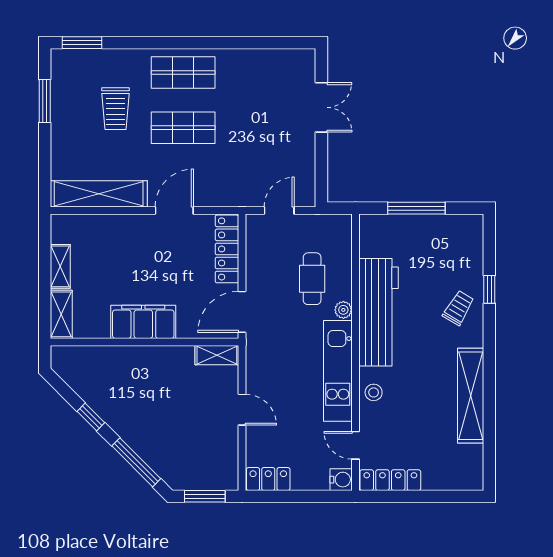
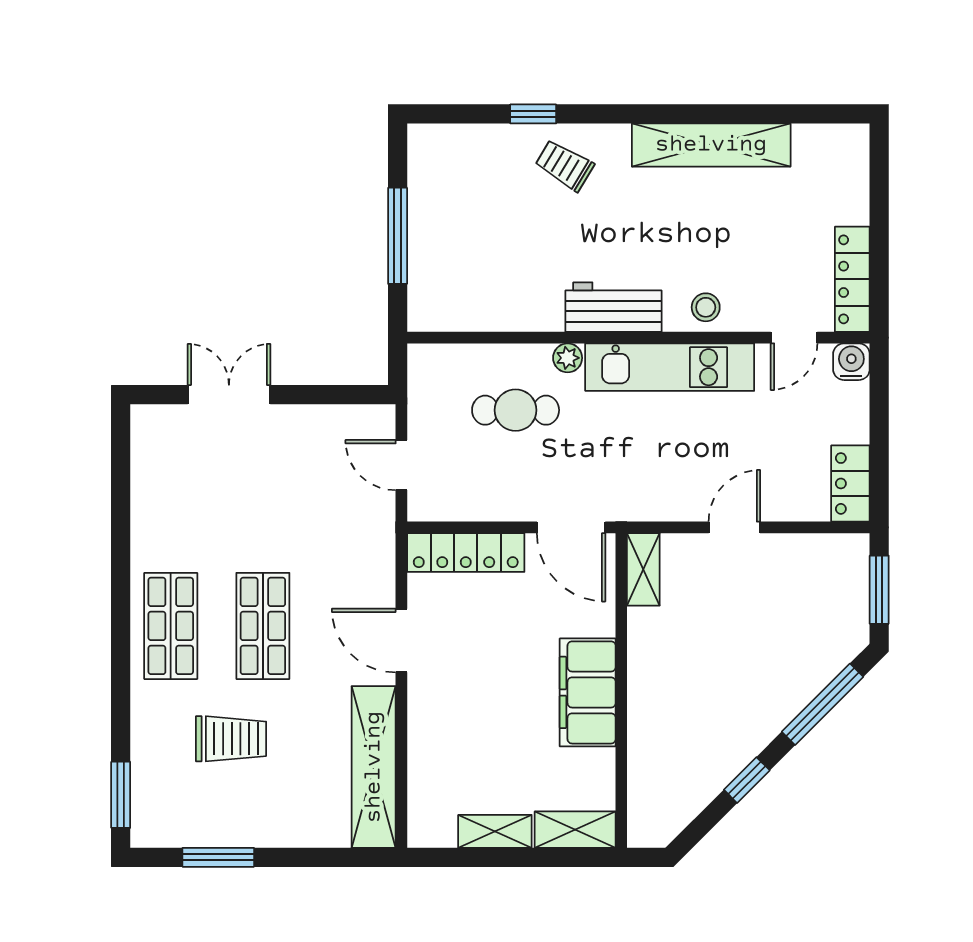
workbench: (378, 312) -> (614, 307), width x0.53, depth x0.76

